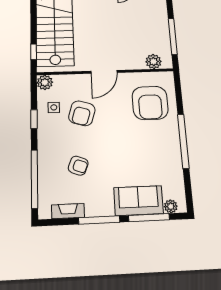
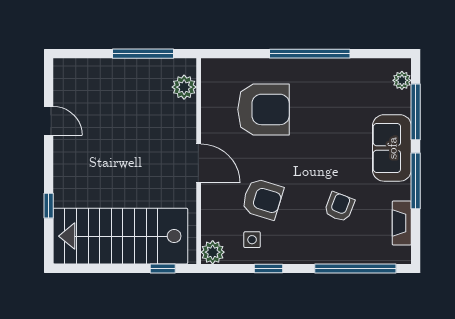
armchair: (150, 103) -> (263, 109), moved
sofa: (138, 201) -> (392, 148), moved

